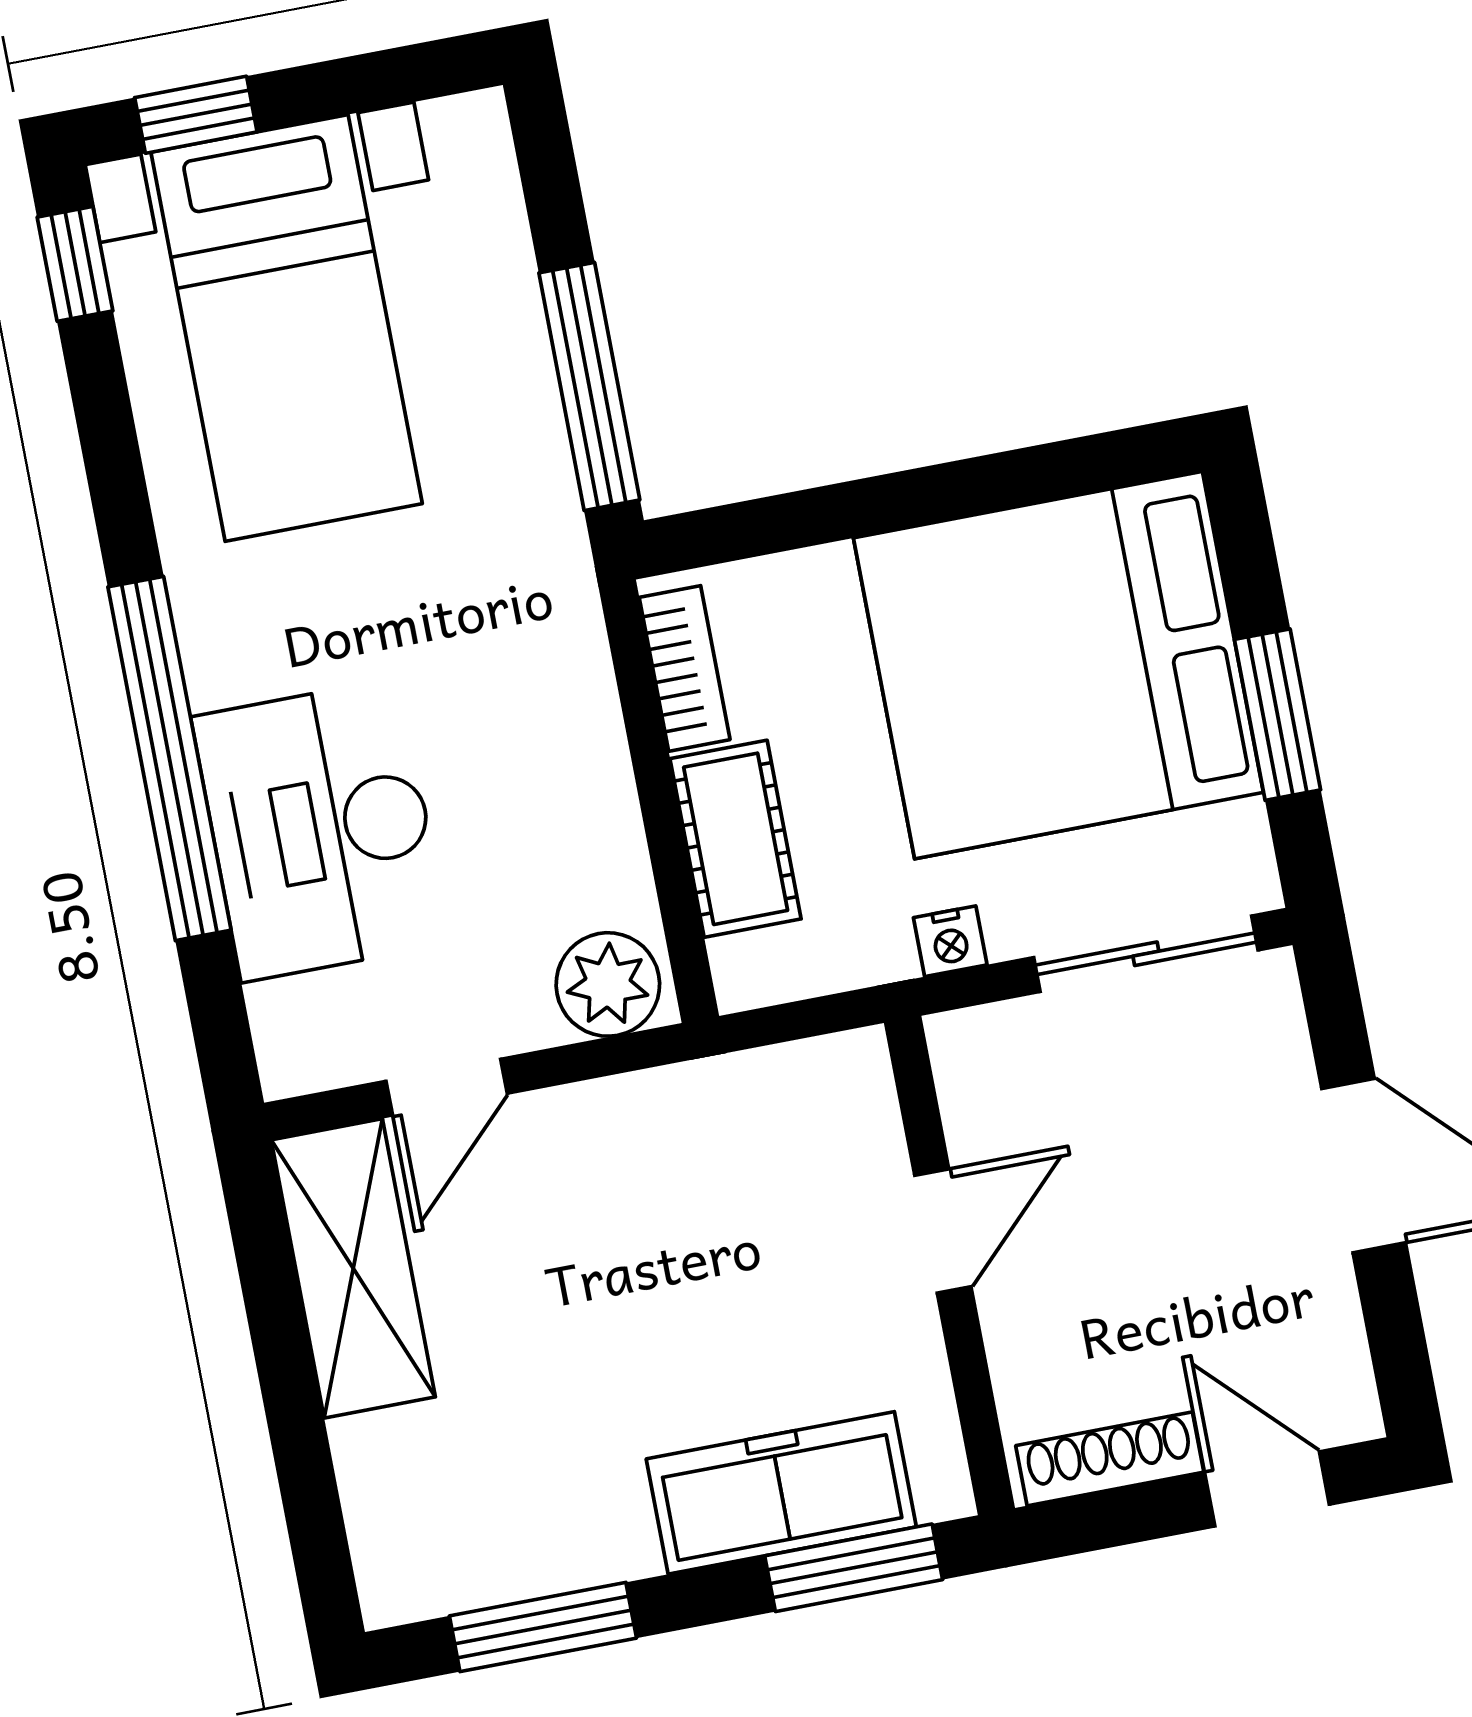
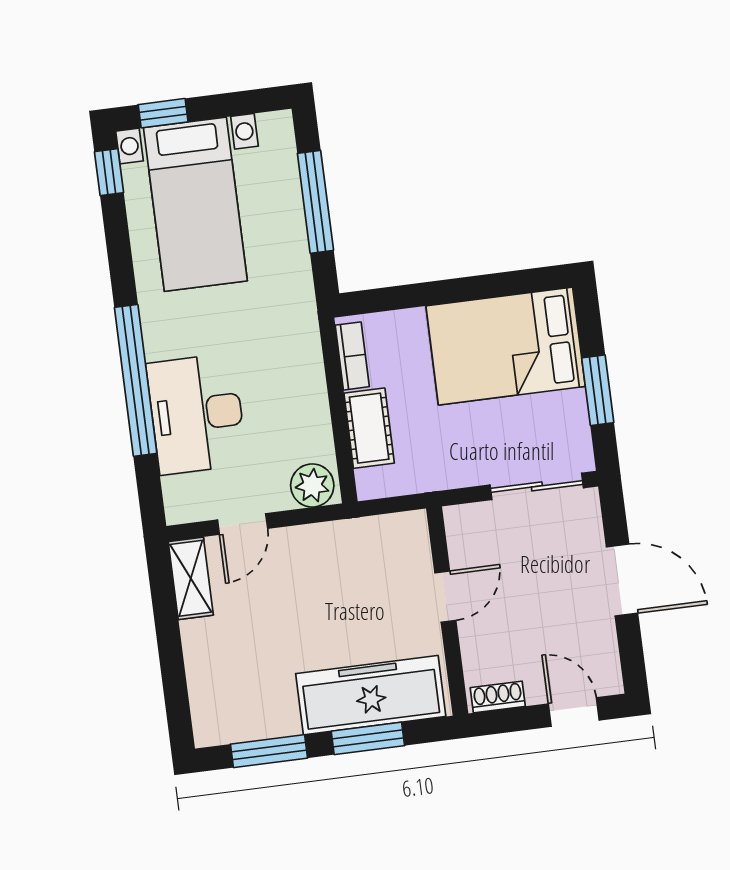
window: (589, 386) -> (315, 202), moved
bed: (1058, 665) -> (506, 346), width x0.73
nightstand: (950, 941) -> (456, 476), removed
shelving: (353, 1268) -> (191, 578), width x0.67, depth x0.75
shoe rack: (1110, 1459) -> (498, 697), width x0.70
freezer: (781, 1493) -> (371, 695), width x1.36, depth x1.26
window: (854, 1568) -> (368, 738), moved

